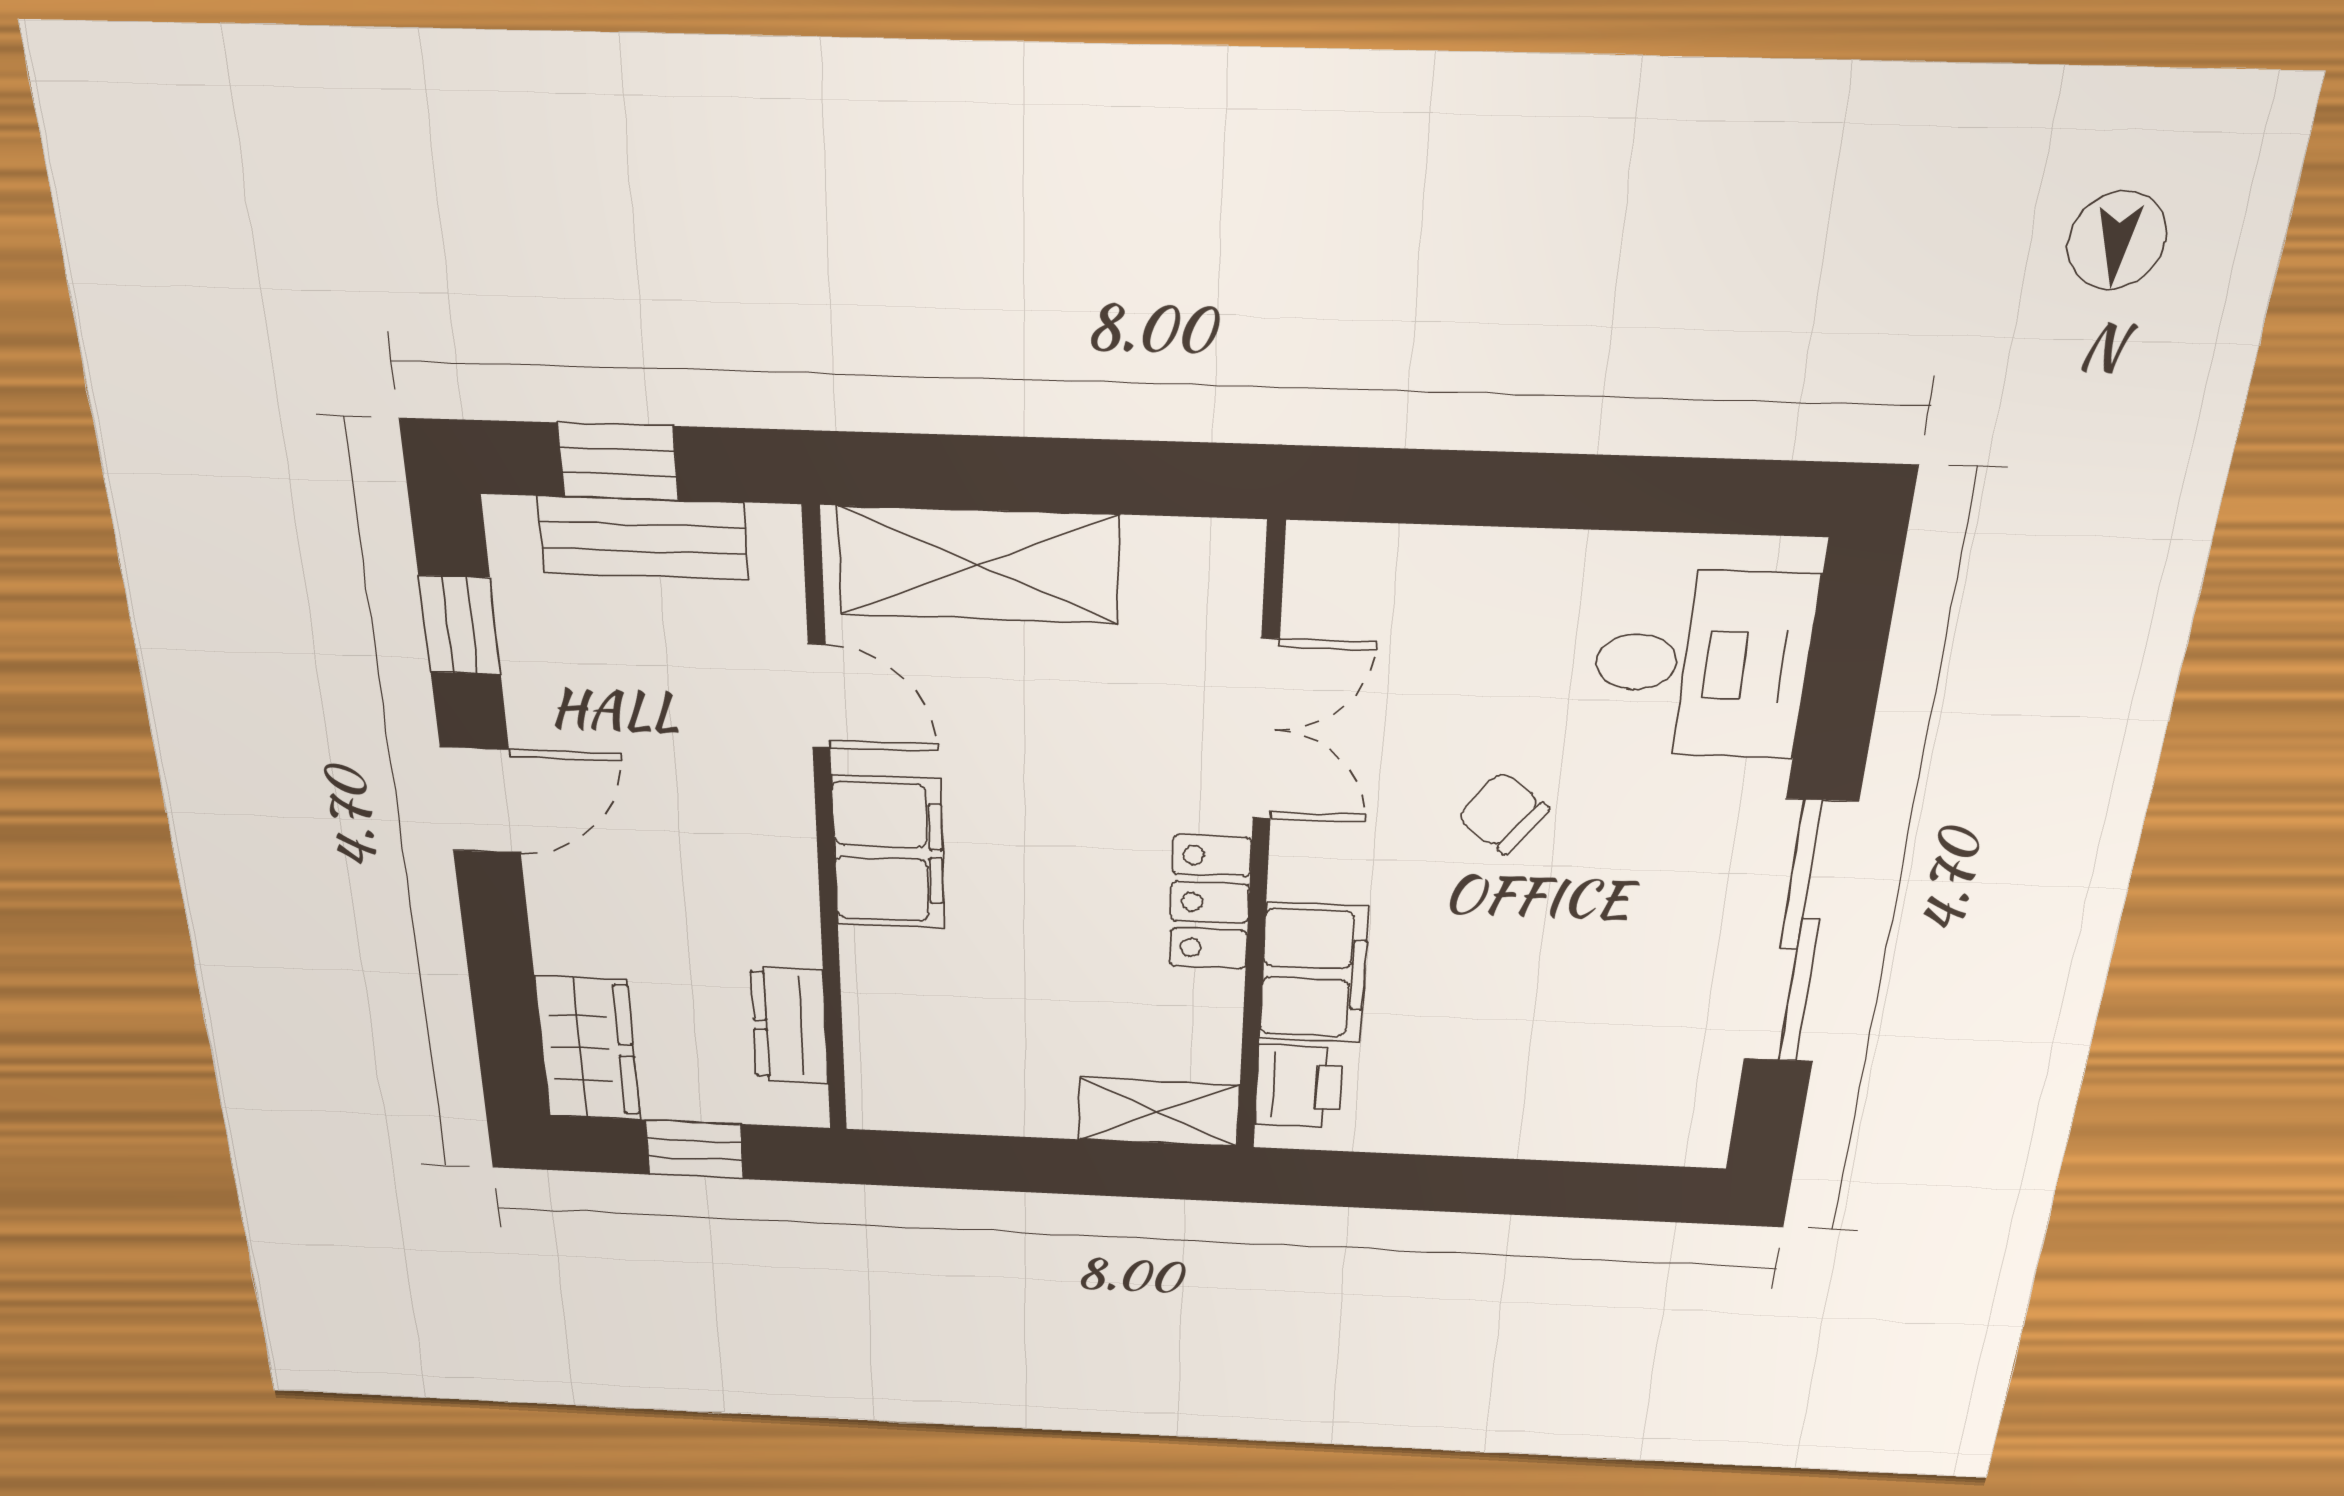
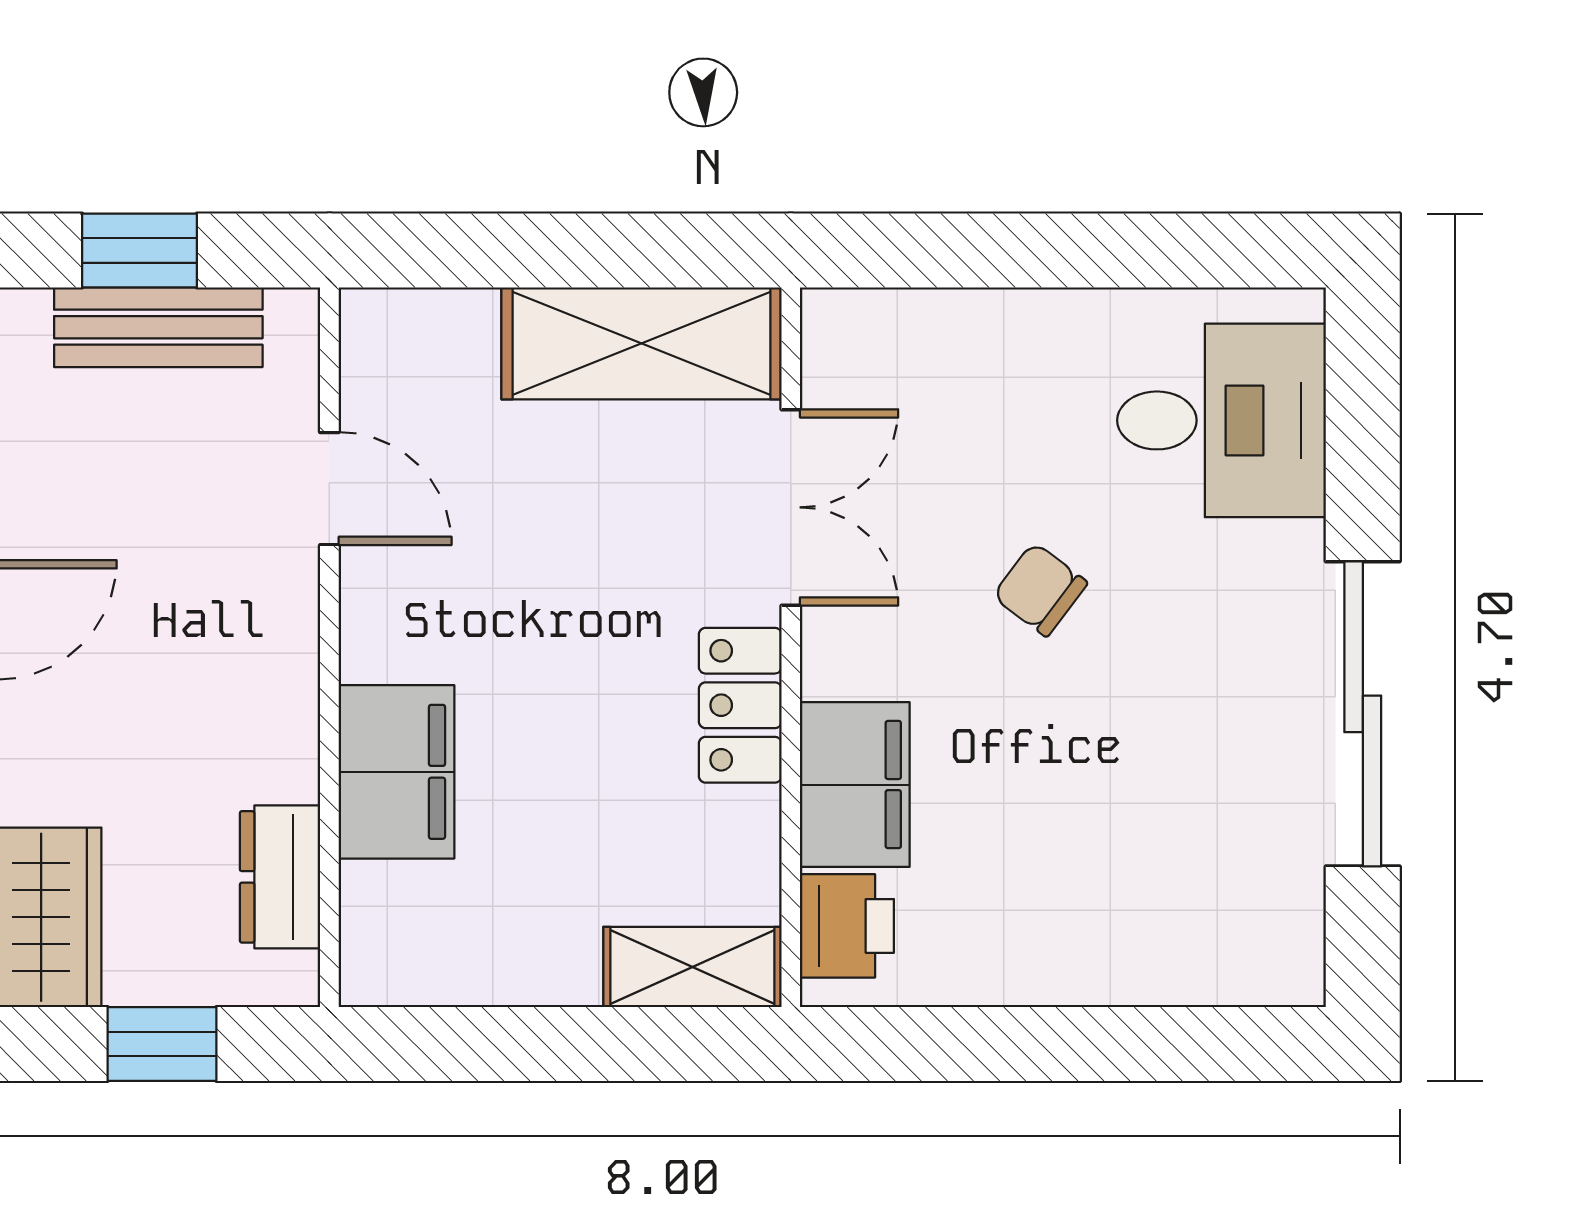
shelving: (978, 565) -> (641, 343), moved
filing cabinet: (888, 852) -> (397, 772), moved

